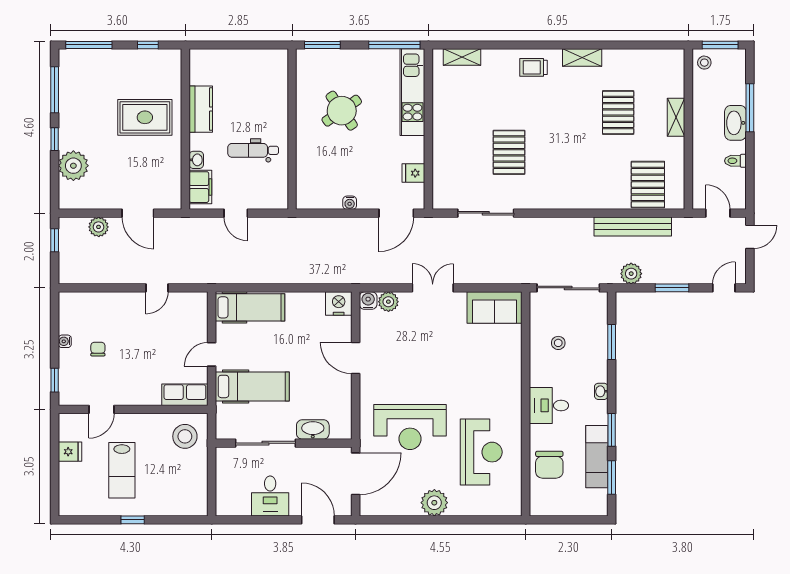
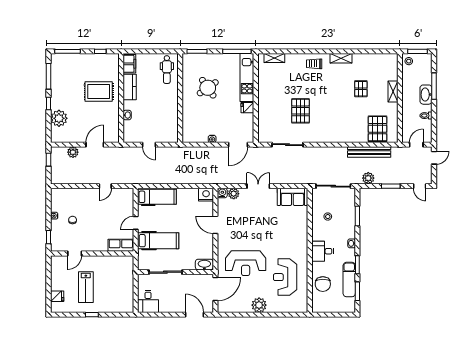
pallet: (618, 112) -> (361, 89), width x0.67, depth x0.71
dental chair: (253, 150) -> (167, 70), moved, turned -90
fridge: (413, 173) -> (247, 108), moved
filing cabinet: (200, 187) -> (129, 64), moved
door: (138, 213) -> (95, 145), swing flipped
door: (718, 213) -> (416, 145), hinge flipped
door: (724, 288) -> (420, 186), swing flipped
washbasin: (313, 429) -> (204, 265), moved
stool: (185, 436) -> (121, 268), removed
fridge: (70, 452) -> (57, 296), moved
reception desk: (481, 452) -> (285, 277), turned 180
desk: (270, 496) -> (148, 301), moved

